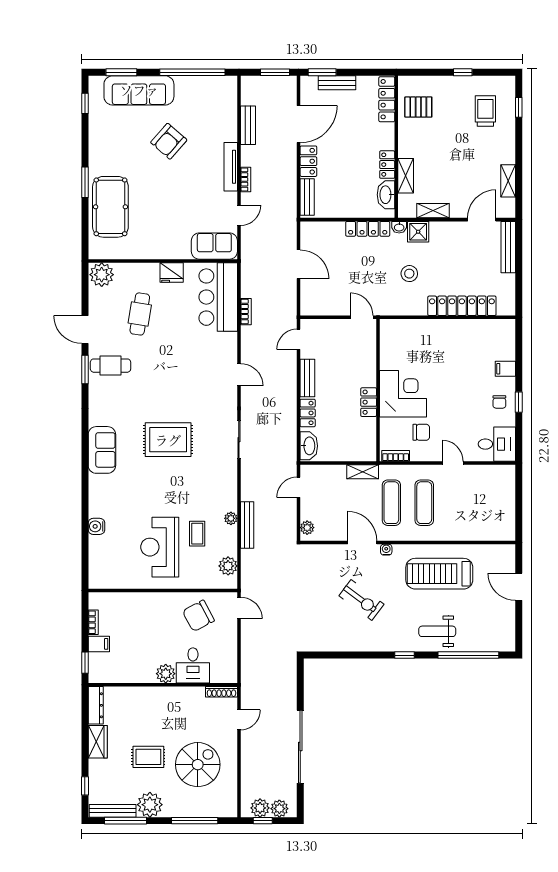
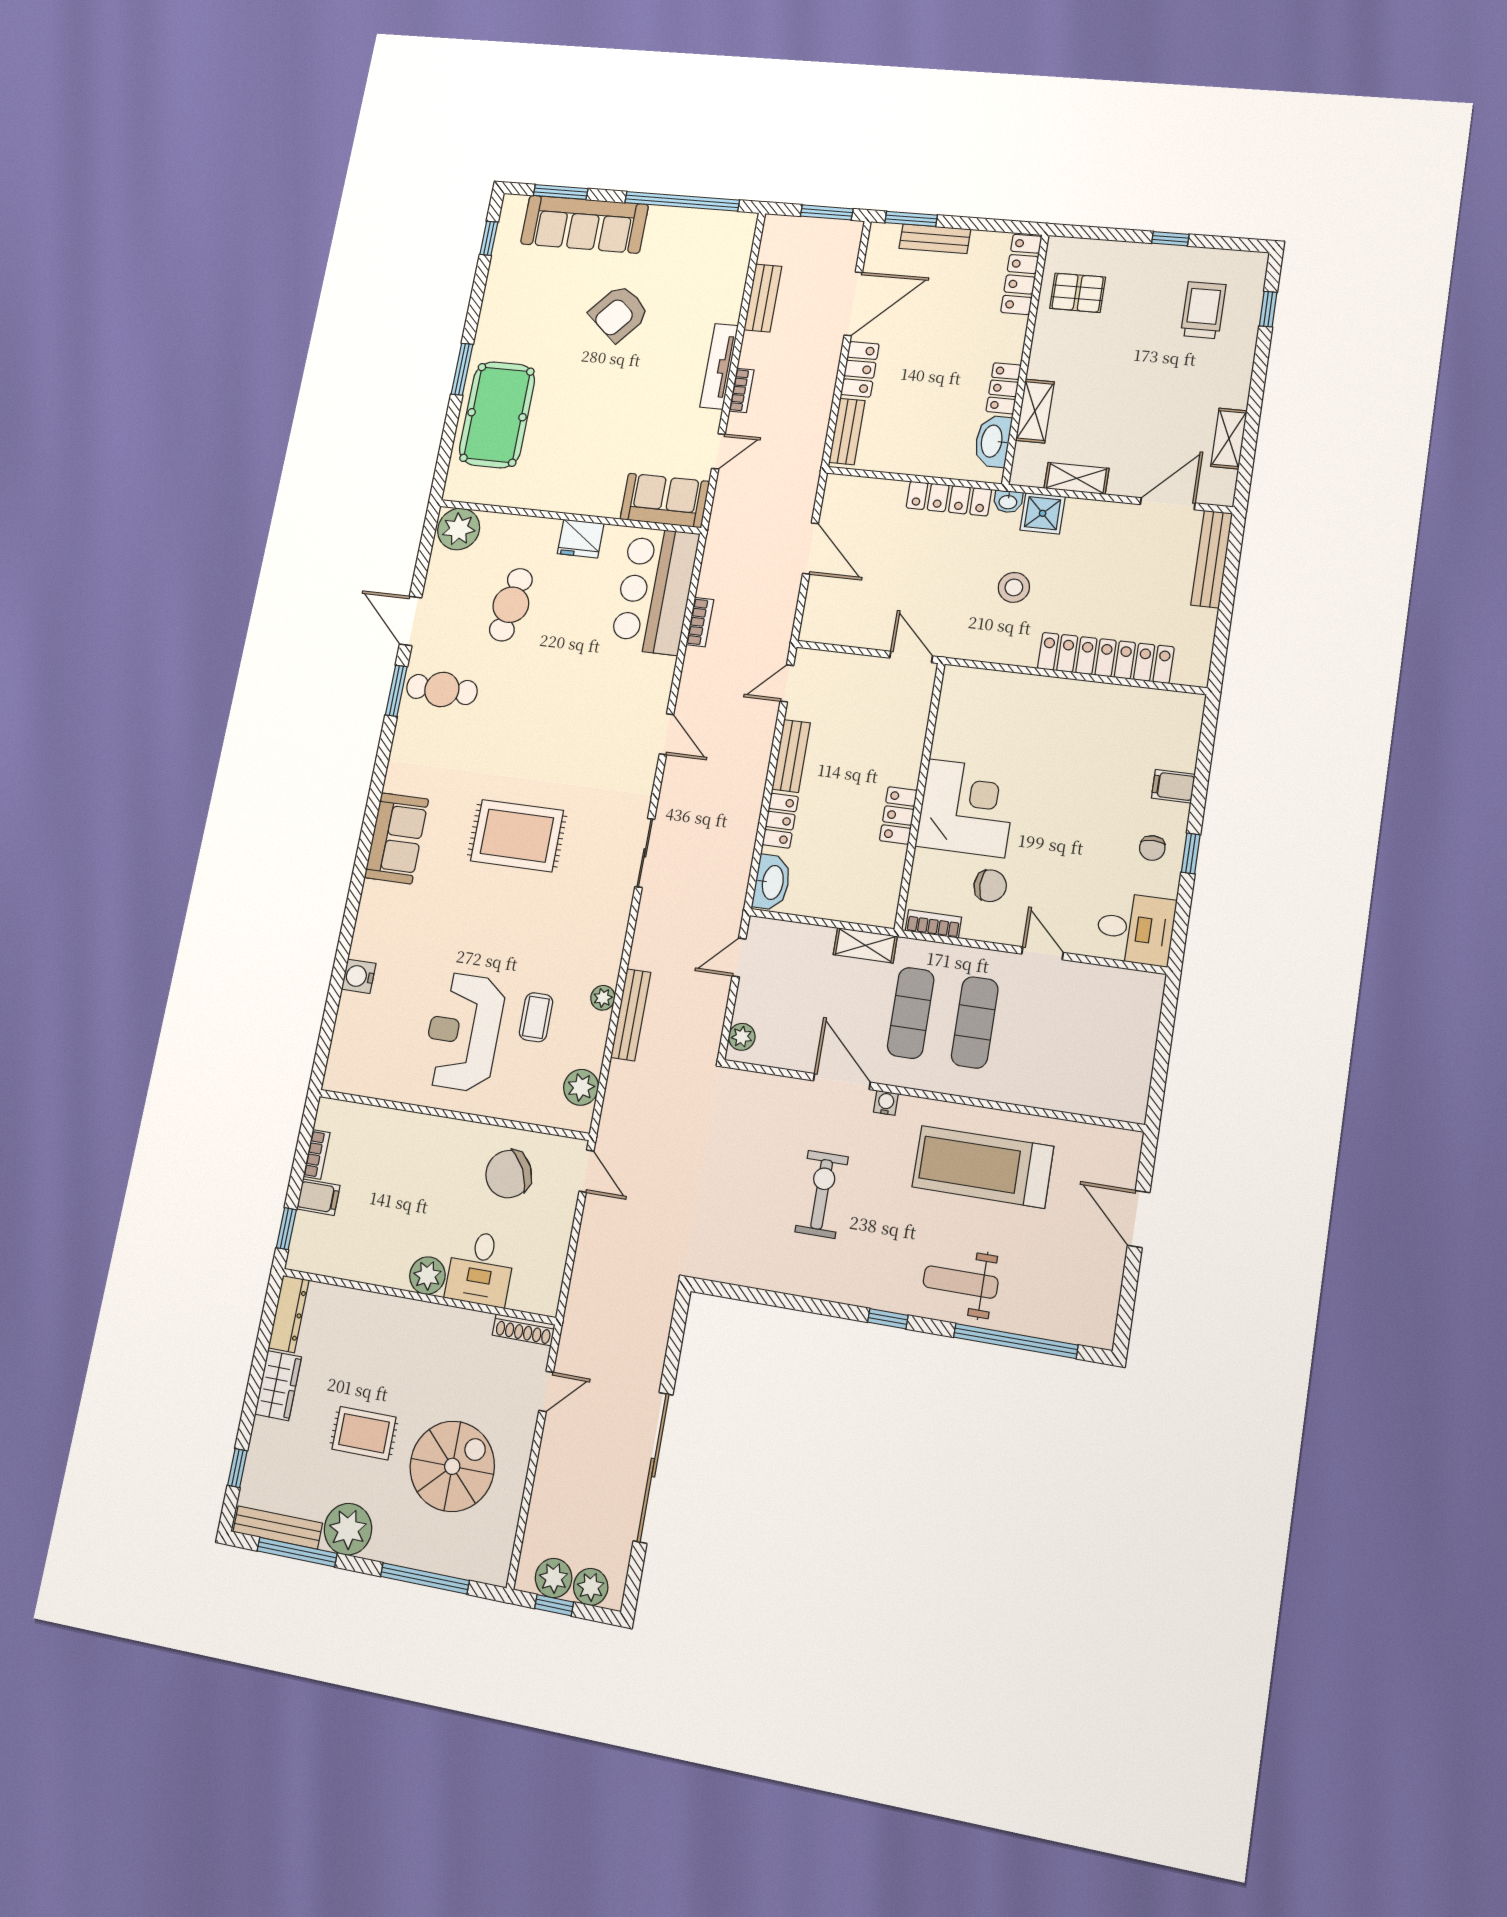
exercise bike: (361, 600) -> (822, 1194), turned -127

